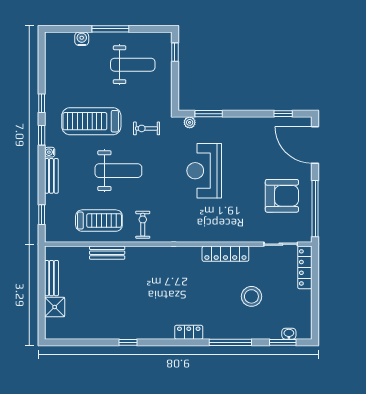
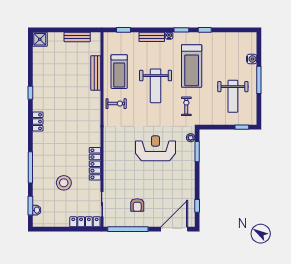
treadmill: (91, 121) -> (192, 66), turned 180
armchair: (282, 196) -> (137, 205), width x0.53, depth x0.53
bench: (107, 253) -> (96, 73), width x1.36
shower: (55, 307) -> (40, 39), moved
locker: (189, 332) -> (38, 122), moved

